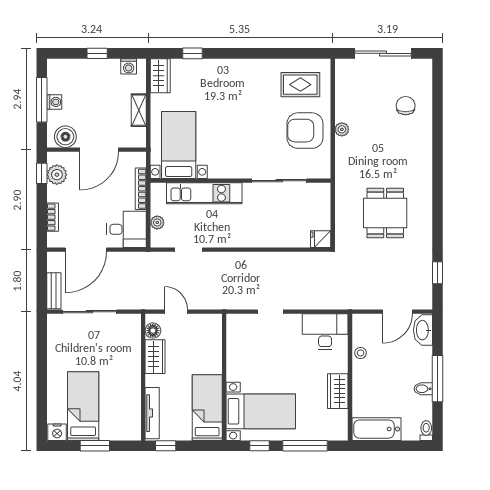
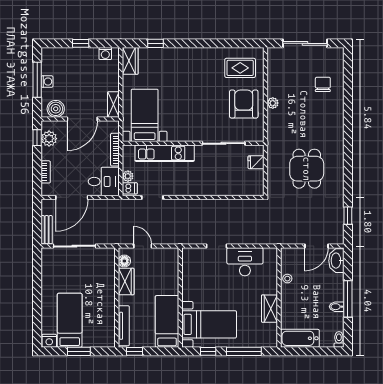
shelving: (139, 110) -> (113, 104), moved
armchair: (305, 131) -> (244, 104), turned 90
dishwasher: (160, 238) -> (130, 188), added
fridge: (321, 239) -> (256, 162), moved
desk: (325, 332) -> (245, 262), moved

